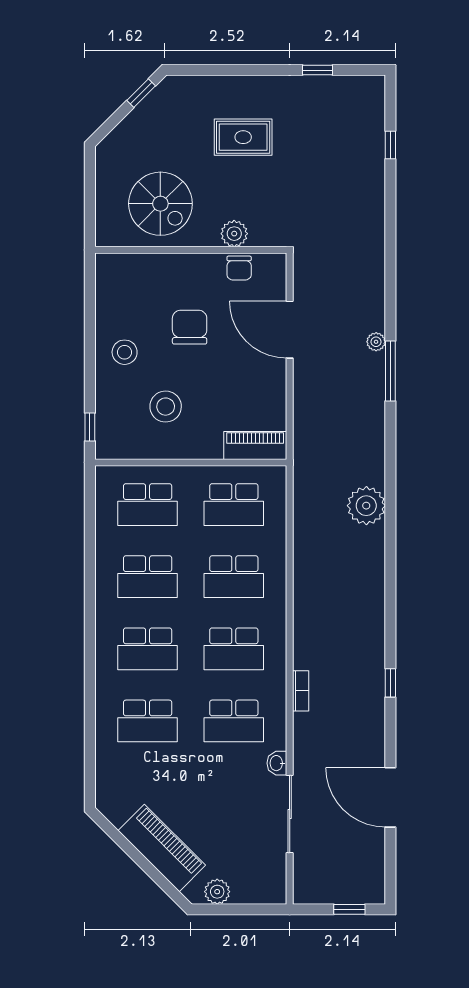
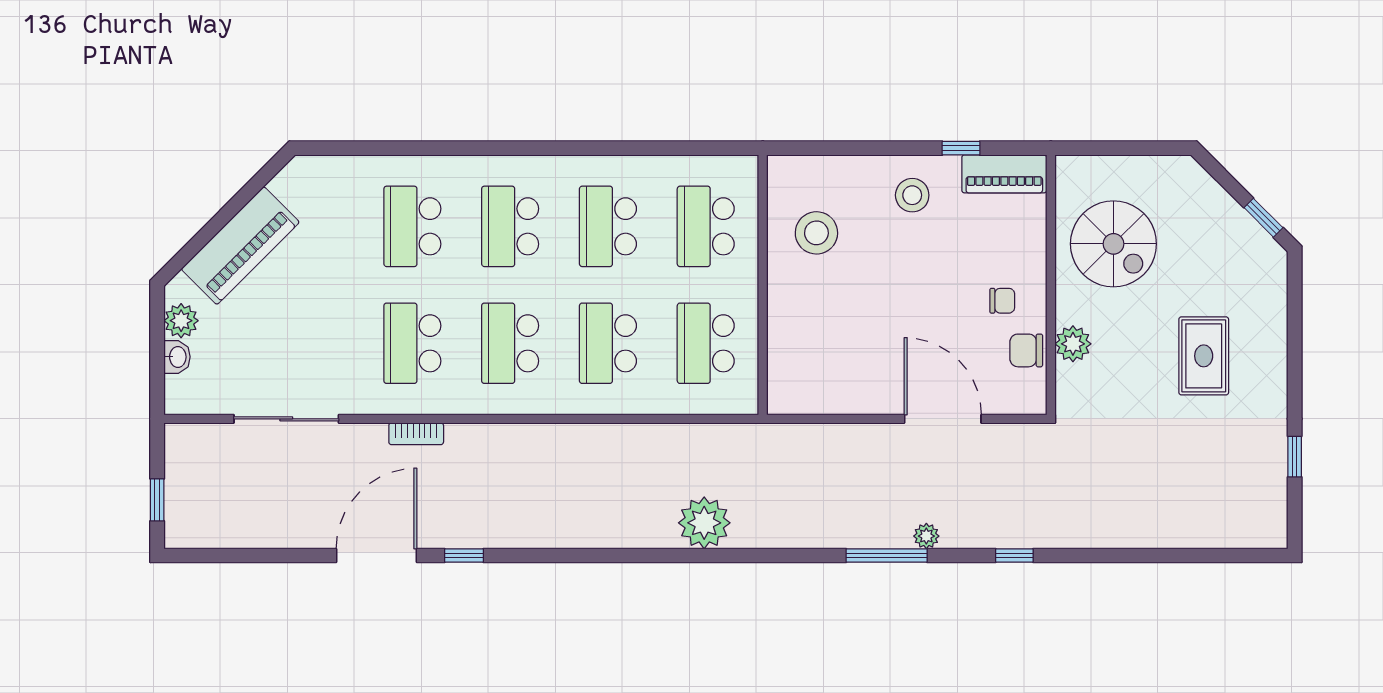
window: (390, 145) -> (1014, 555), moved
spiral stairs: (160, 204) -> (1113, 244), turned -90
chair: (190, 327) -> (1002, 301), moved, width x0.54, depth x0.54
door: (290, 330) -> (943, 419), hinge flipped
stool: (166, 407) -> (816, 233), moved
window: (90, 427) -> (961, 148), moved
piano: (255, 445) -> (1004, 174), moved, turned 90
bookcase: (301, 691) -> (416, 434), moved
washbasin: (277, 763) -> (177, 357), moved, turned 90
door: (390, 797) -> (376, 555), moved

